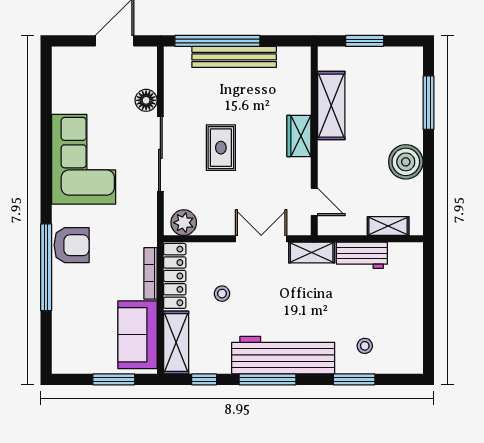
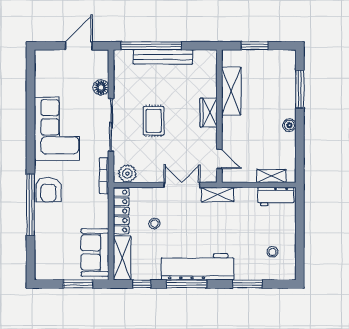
boiler: (406, 162) -> (289, 125), width x0.54, depth x0.54
armchair: (72, 245) -> (48, 189), turned 90
workbench: (362, 255) -> (276, 196), moved
bookcase: (151, 273) -> (104, 176), moved
stool: (365, 346) -> (272, 252), moved

